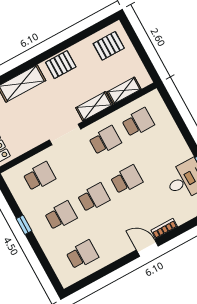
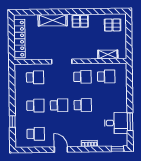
shelving: (94, 106) -> (86, 54), removed
window: (24, 225) -> (12, 122), moved
door: (147, 248) -> (61, 150), moved

